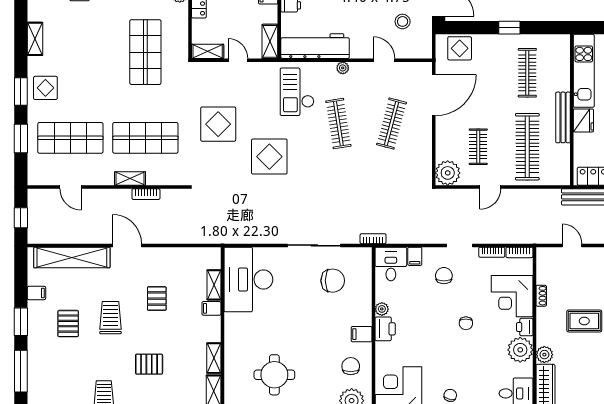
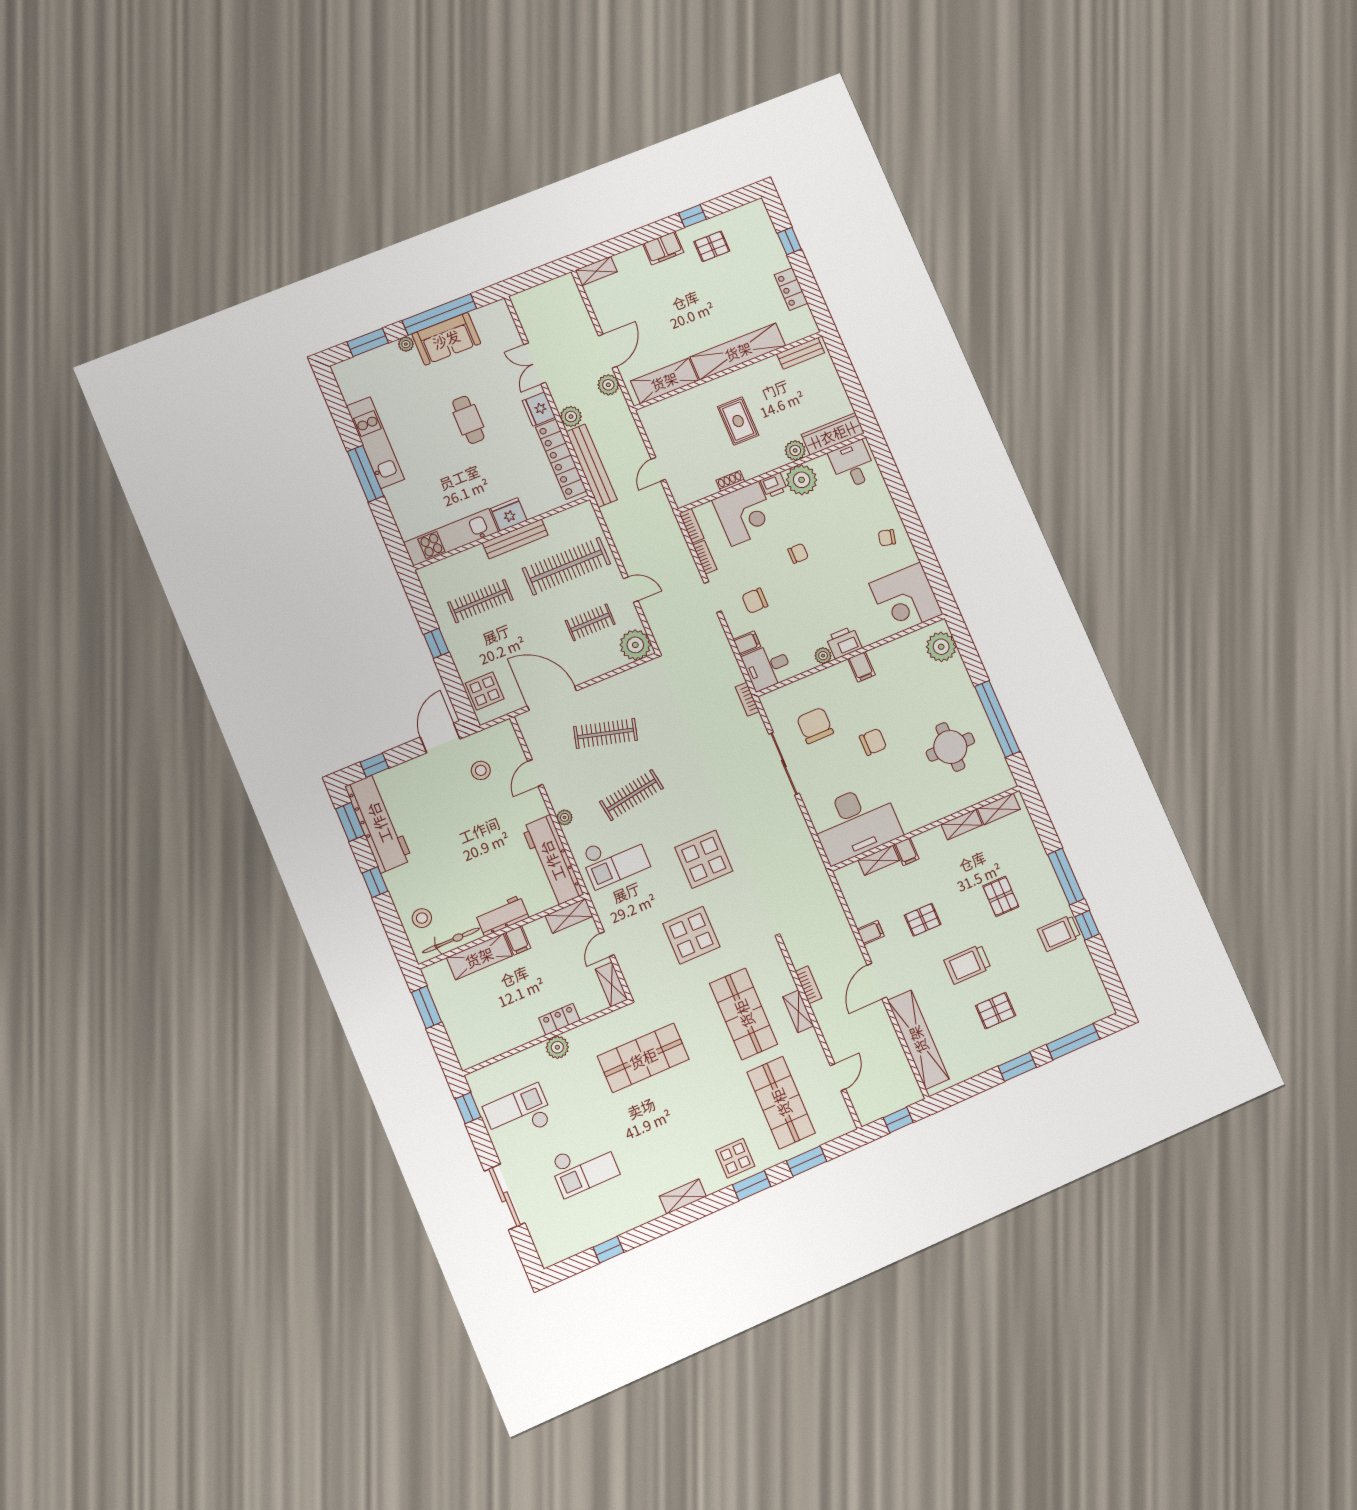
filing cabinet: (37, 293) -> (871, 933), moved, turned 90
chair: (351, 366) -> (873, 742), moved, turned 180

